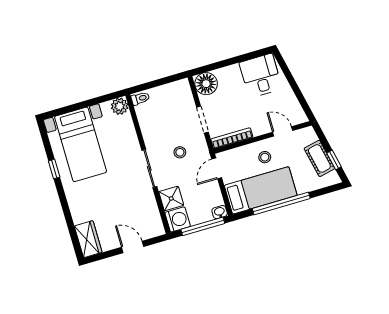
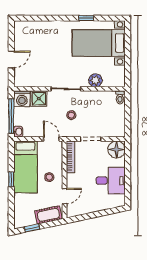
desk: (261, 76) -> (111, 181), moved
plant: (120, 106) -> (95, 80), moved
cot: (319, 158) -> (48, 215), moved
window: (281, 203) -> (11, 179), width x0.32
wardrobe: (88, 239) -> (27, 28), removed

